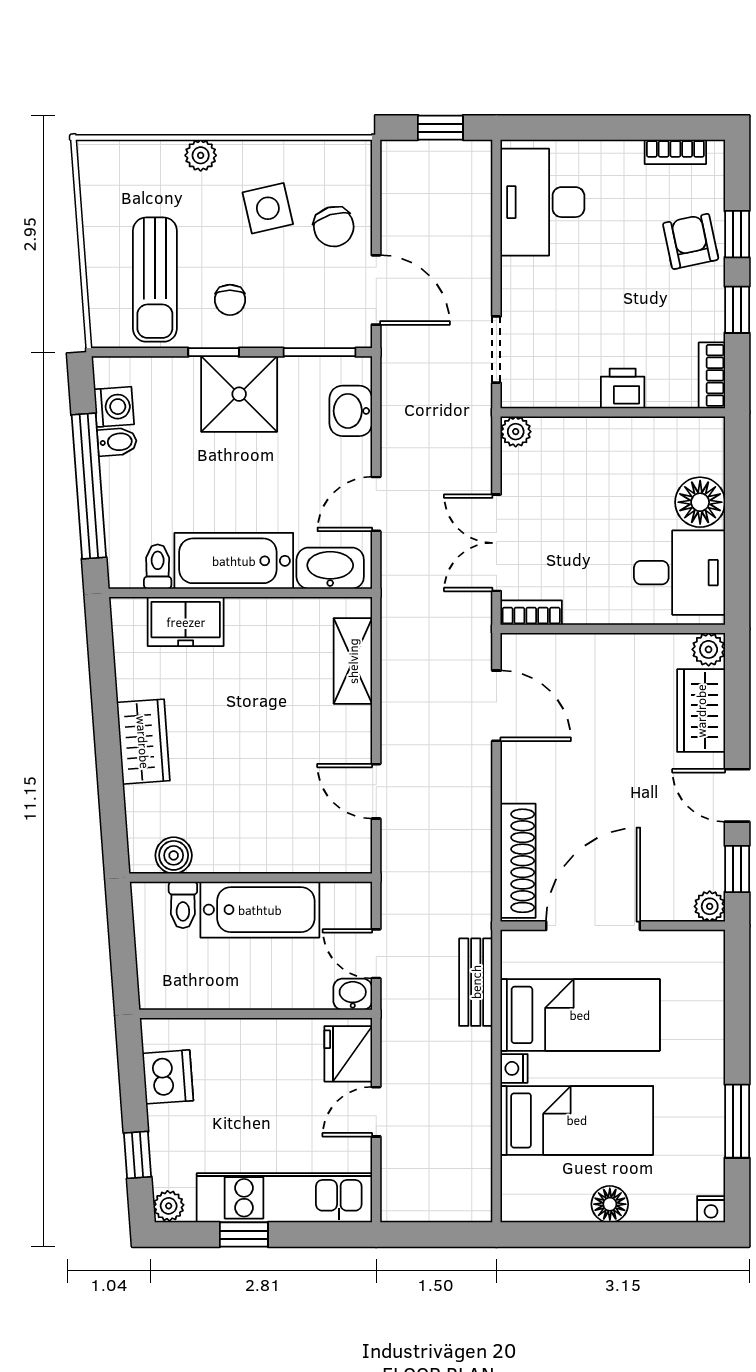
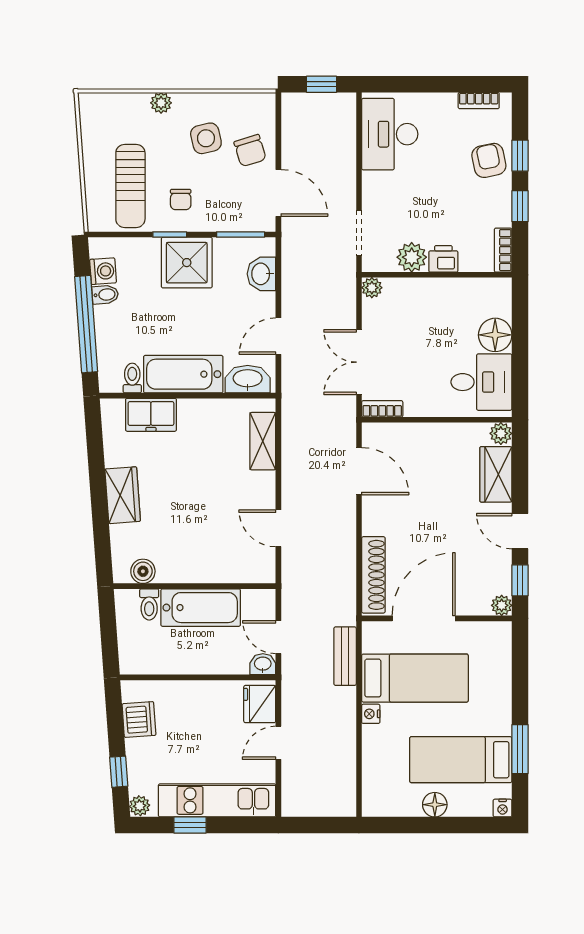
plant: (575, 386) -> (412, 257), added
bed: (577, 1120) -> (461, 760), moved, turned 180

